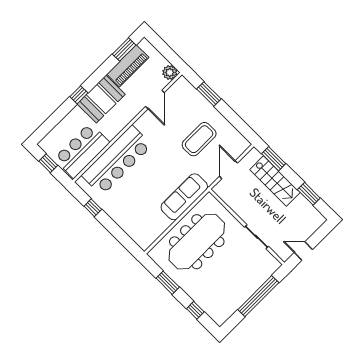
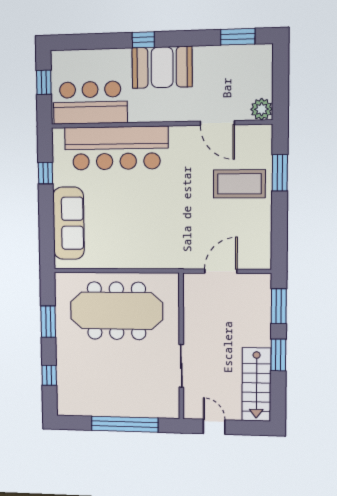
piano: (128, 66) -> (224, 59), removed
door: (155, 100) -> (217, 123), hinge flipped
coffee table: (199, 139) -> (239, 184), moved
stairs: (275, 181) -> (256, 384), moved
window: (309, 194) -> (278, 355), moved
sofa: (184, 197) -> (68, 223), moved, turned 90

